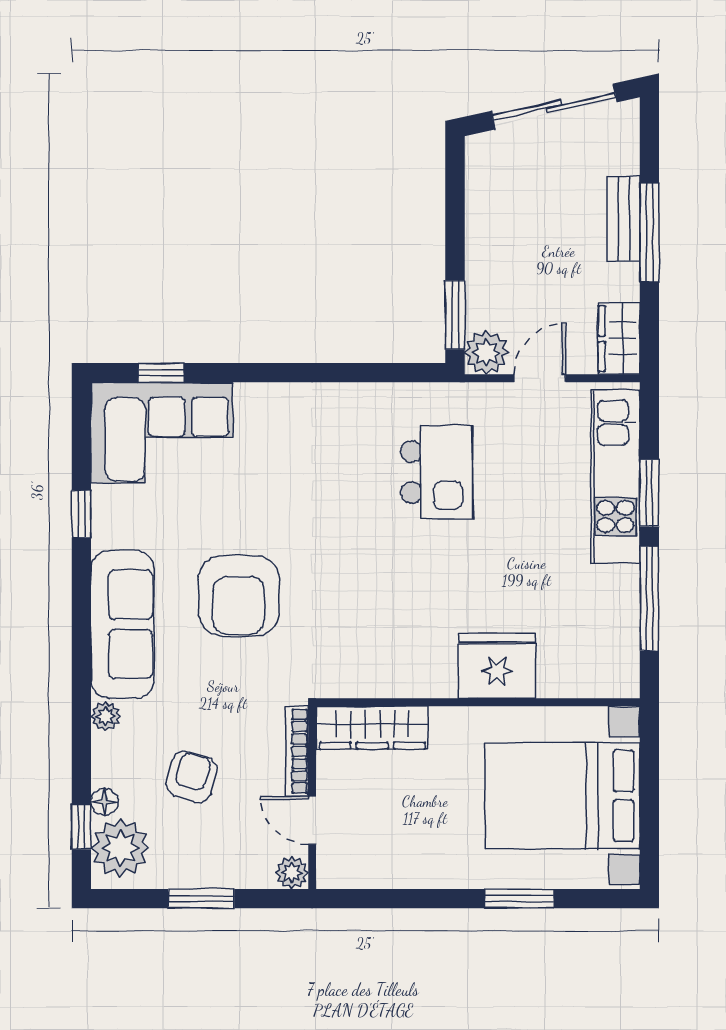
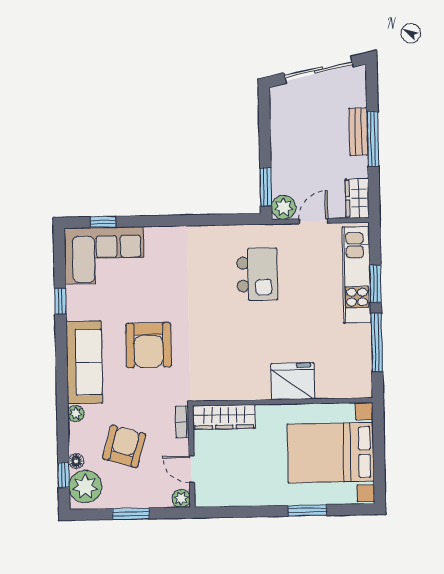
bookcase: (297, 751) -> (182, 422), width x0.64
armchair: (192, 777) -> (124, 446), width x1.38, depth x1.38

